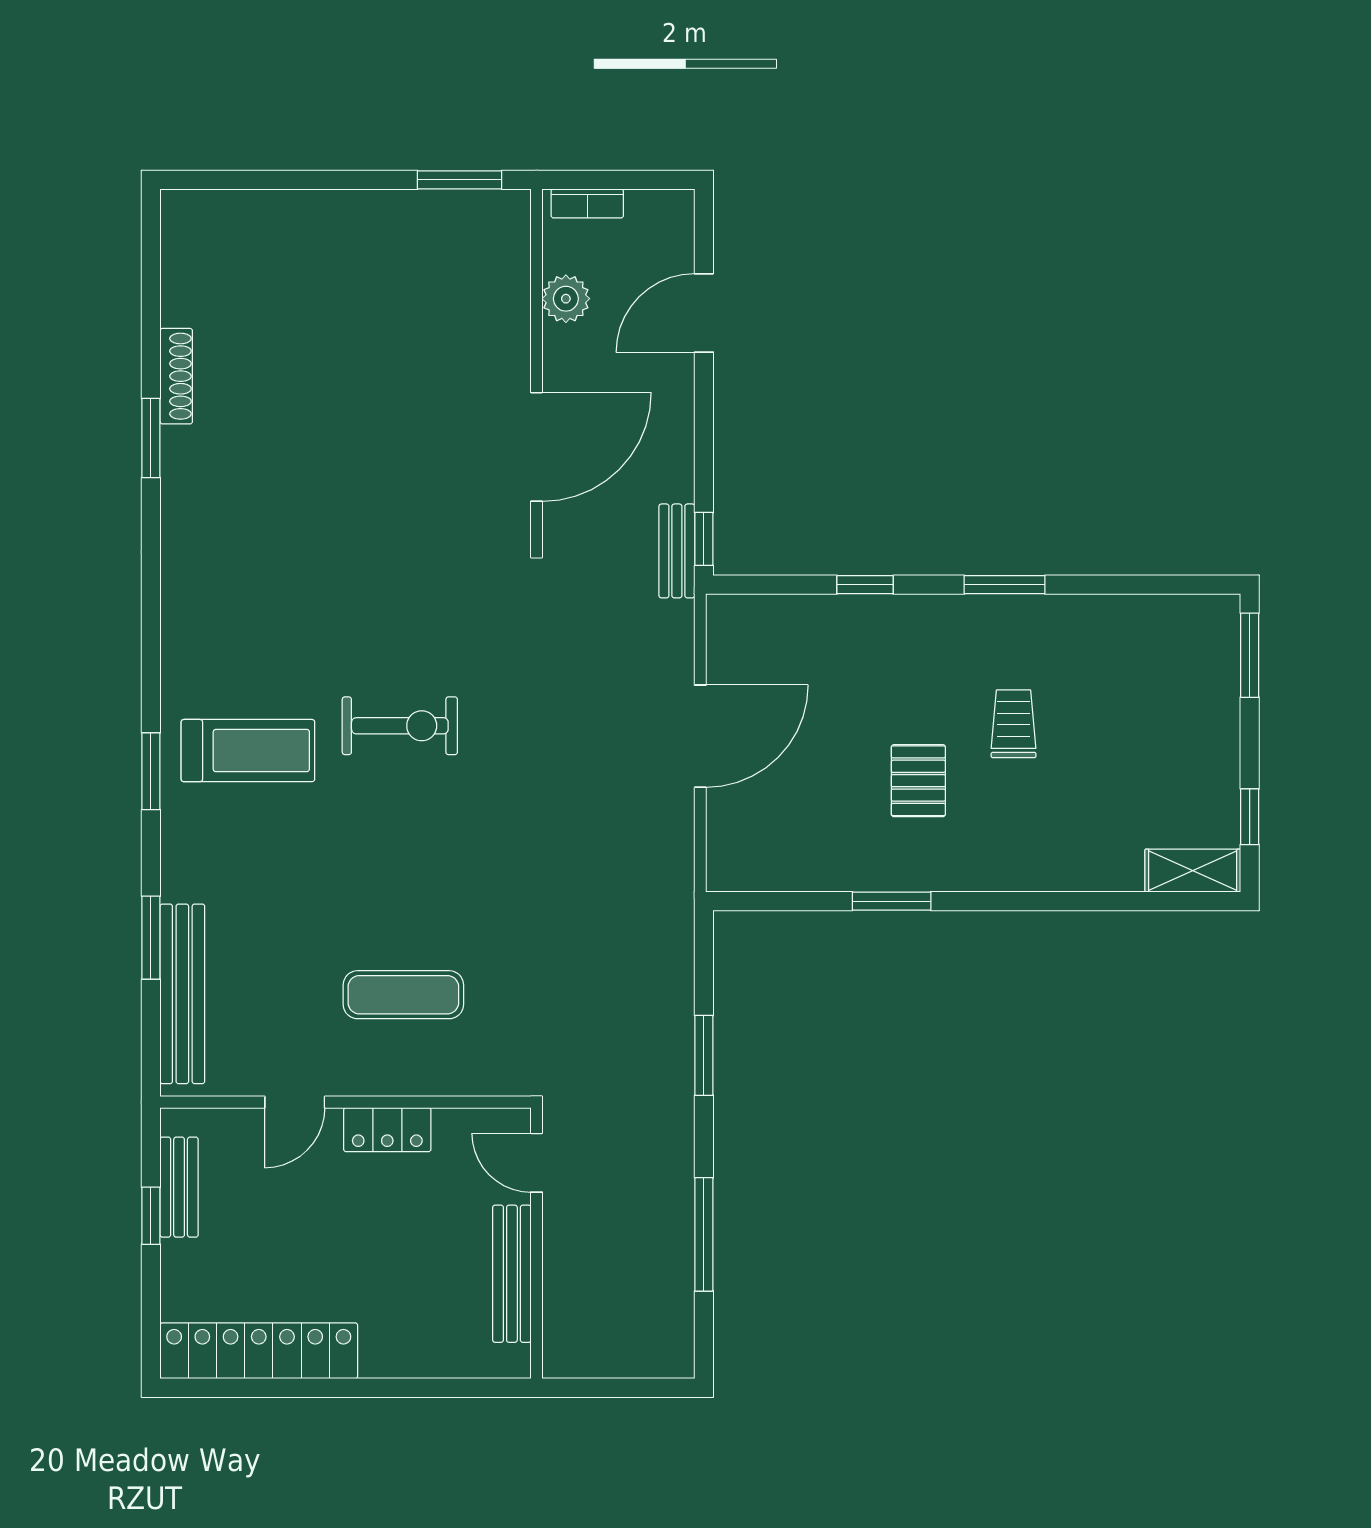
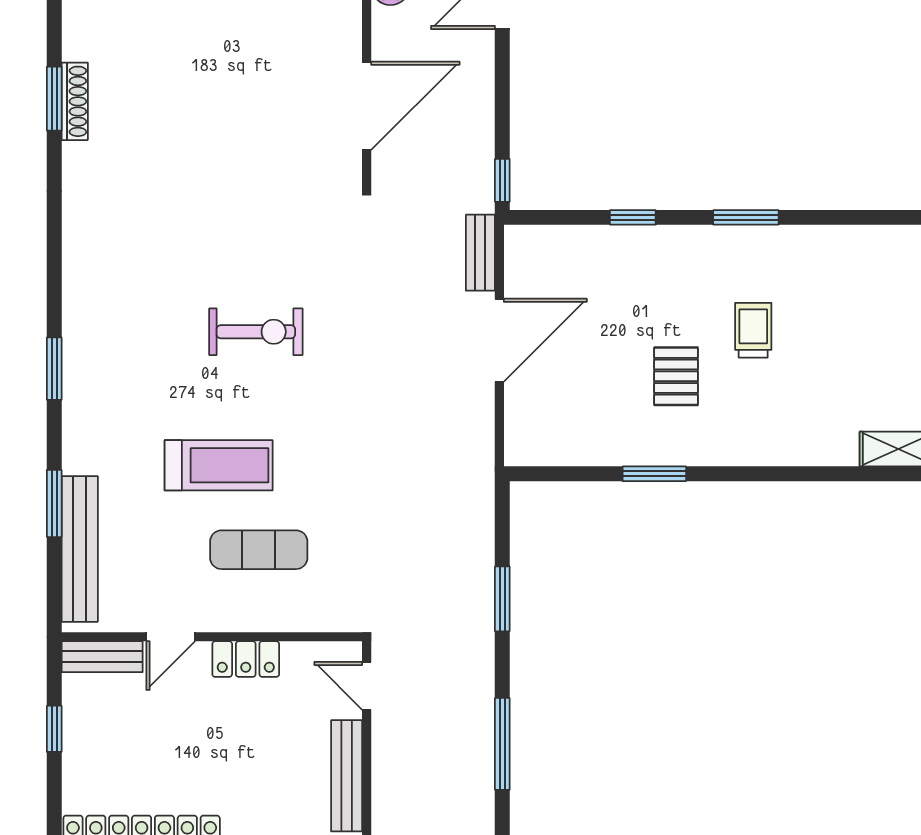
shoe rack: (176, 376) -> (75, 101), moved
bench: (677, 551) -> (480, 253), moved
treadmill: (248, 751) -> (219, 465), moved
bench: (179, 1187) -> (102, 657), moved, turned 90

